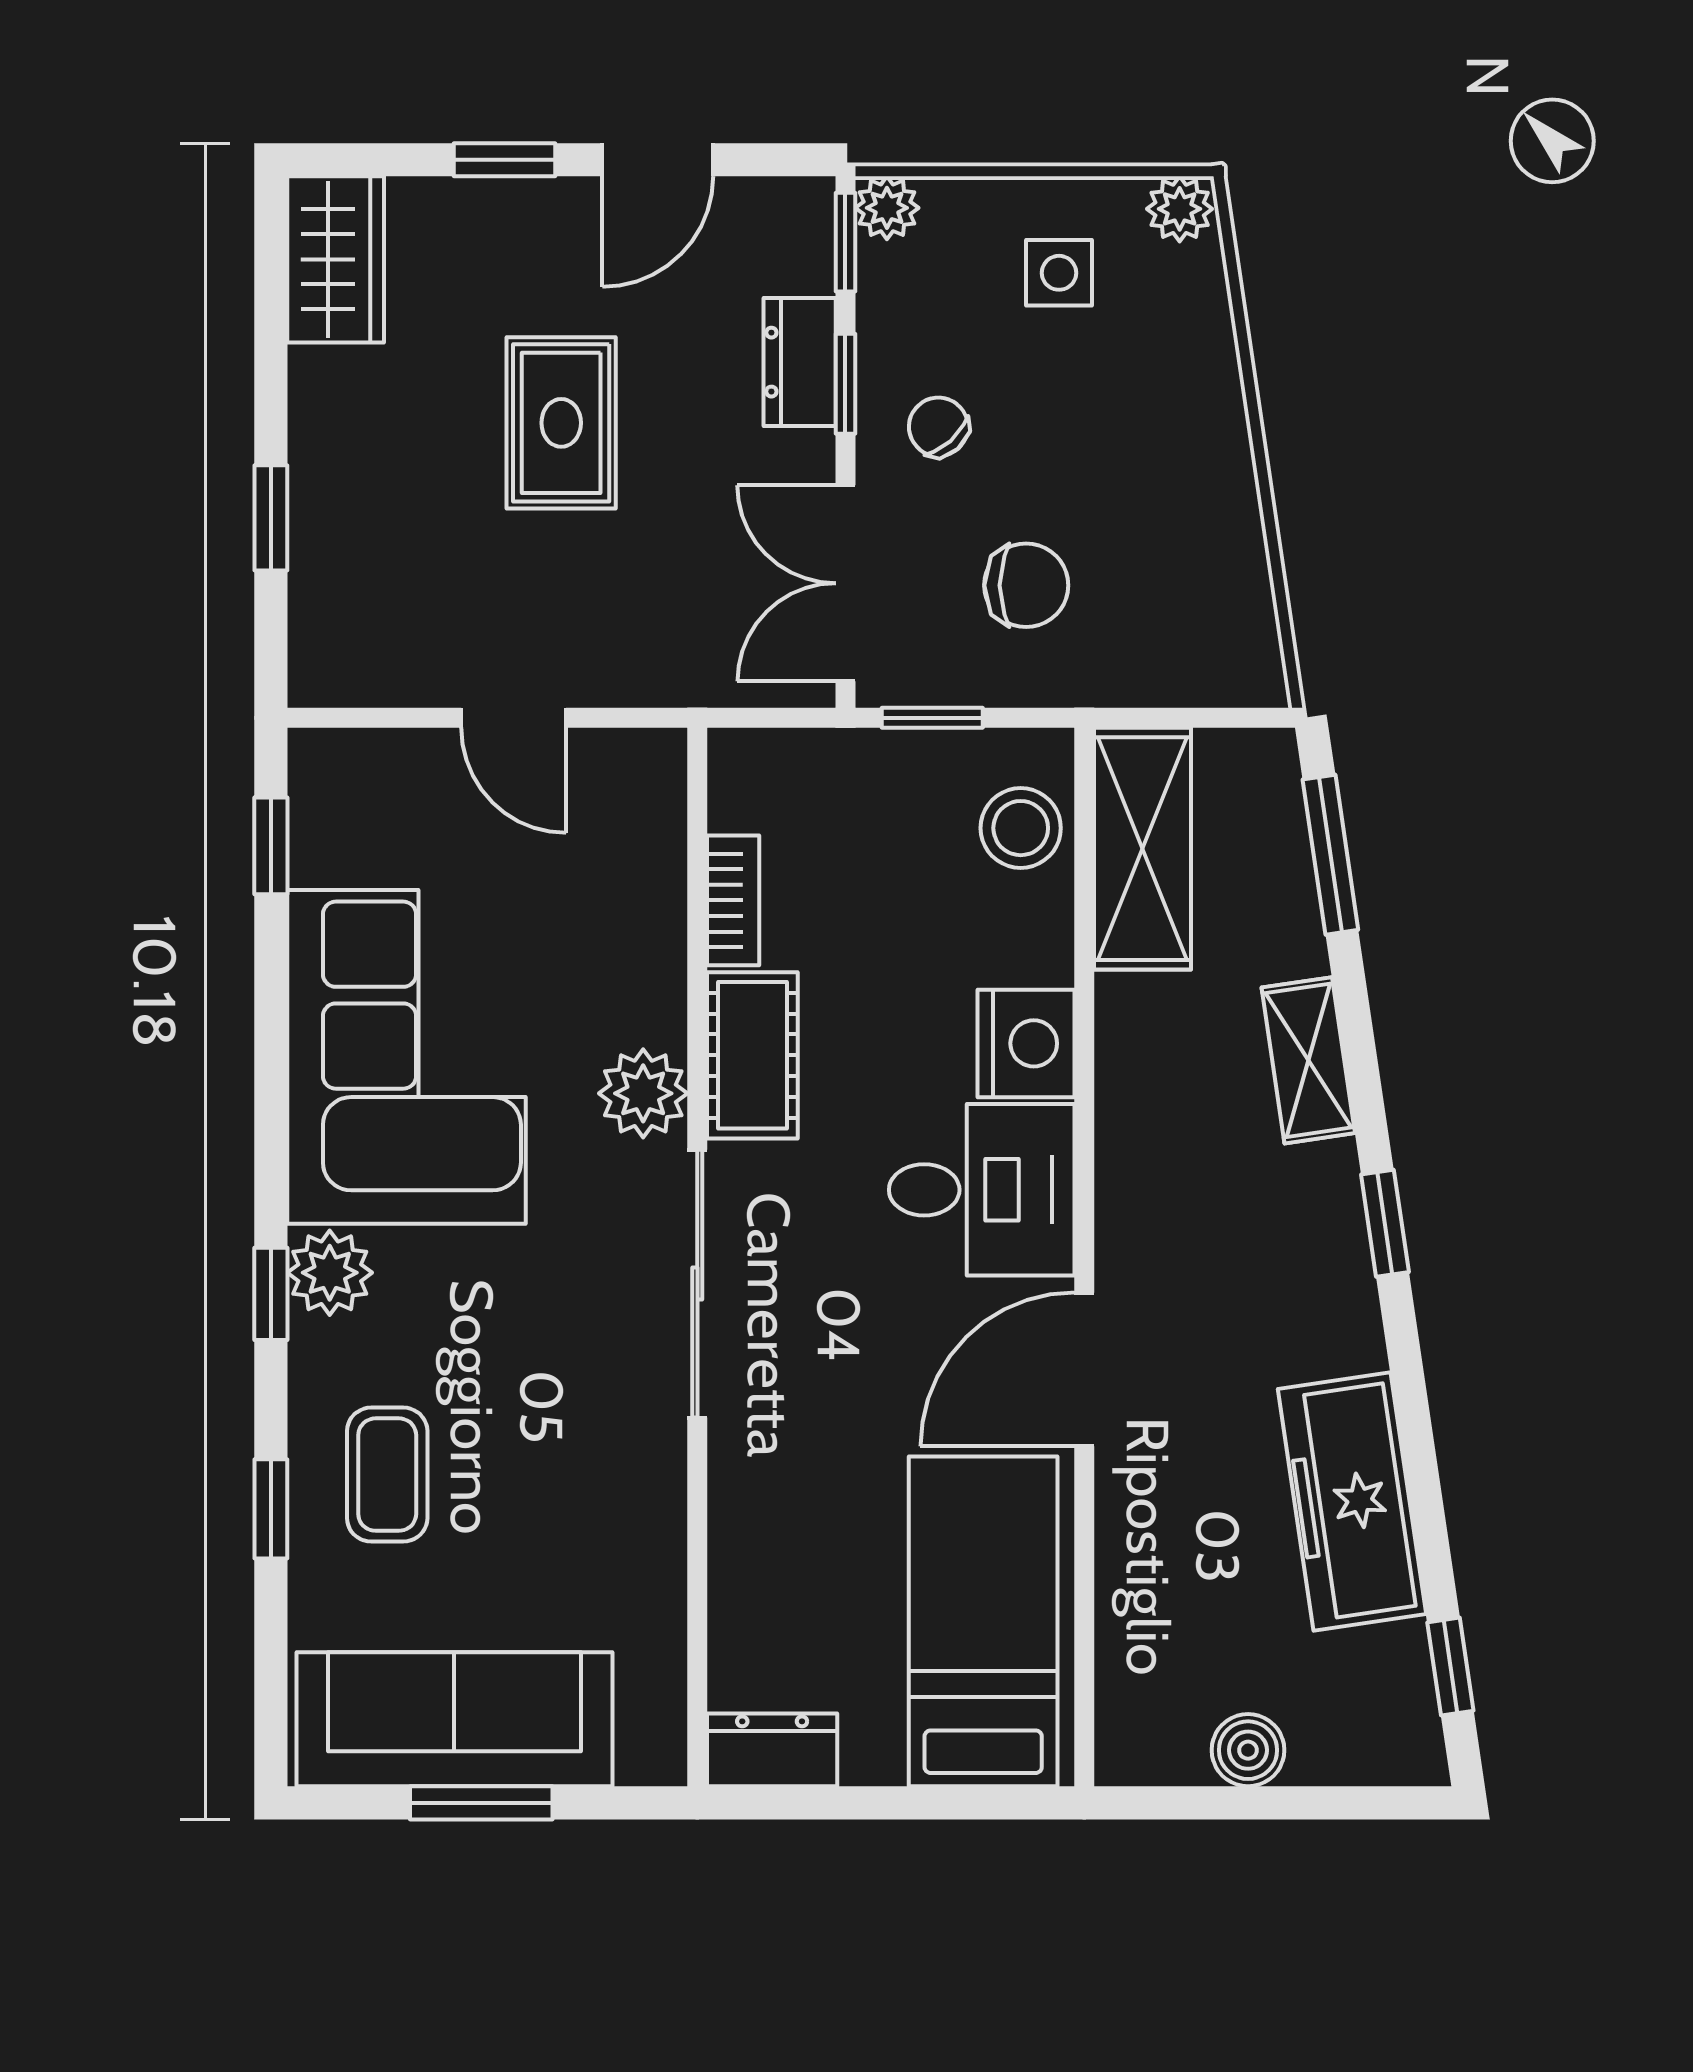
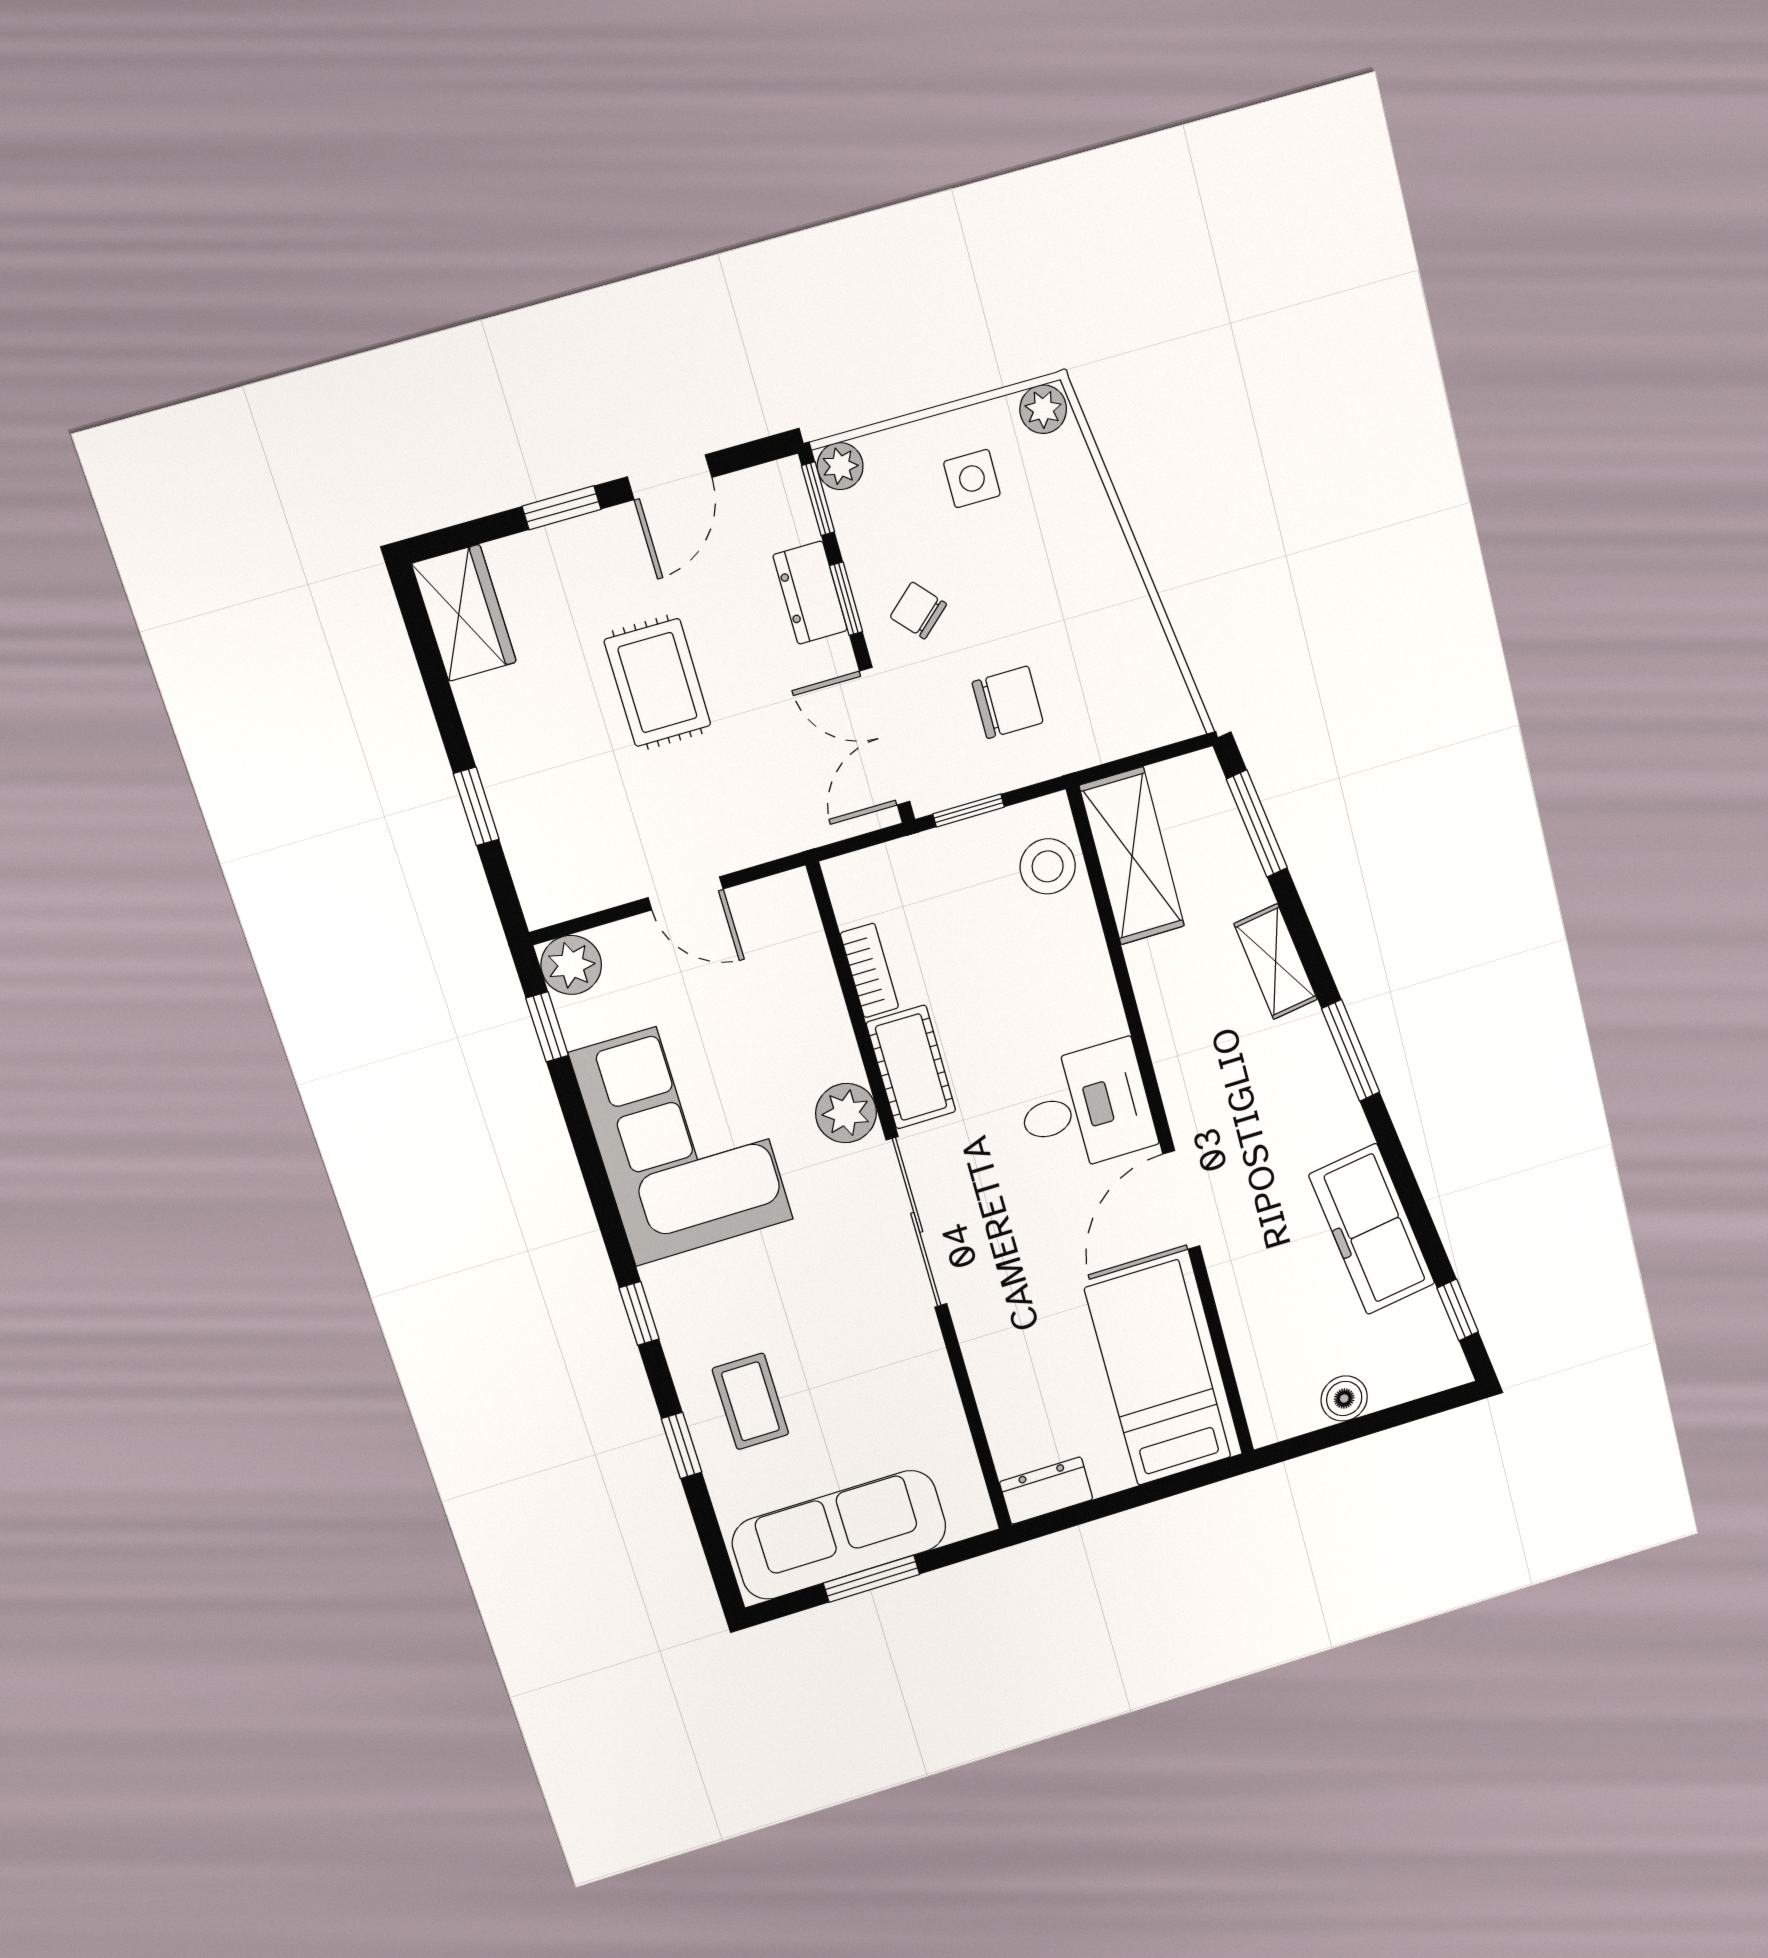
nightstand: (1026, 1043) -> (1089, 1006), removed
window: (1385, 1223) -> (1351, 1051), width x1.50
plant: (330, 1273) -> (571, 965), moved

